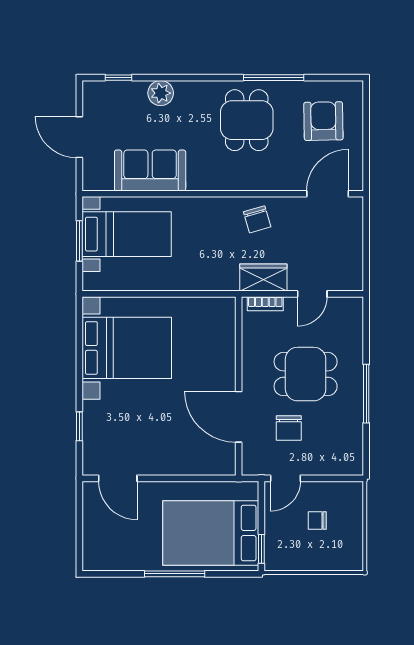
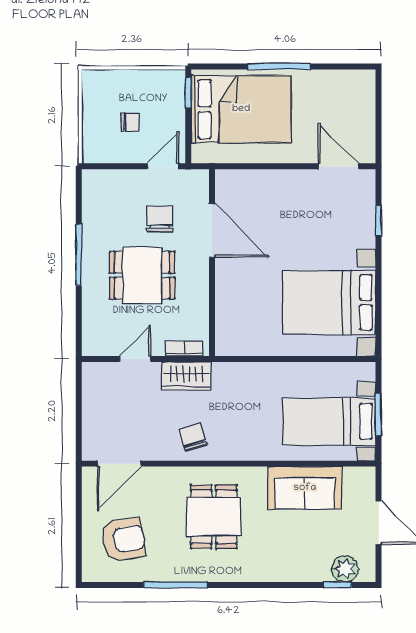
plant: (161, 93) -> (345, 569), moved
dining table: (247, 120) -> (214, 517), moved
armchair: (323, 121) -> (124, 540), turned -99

